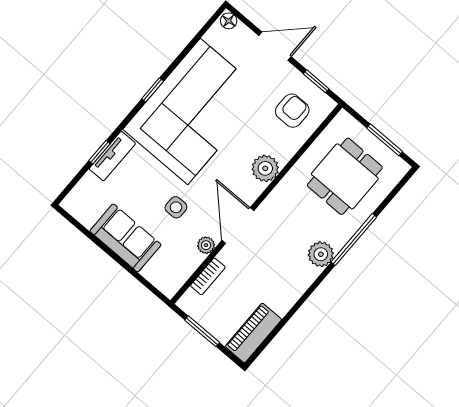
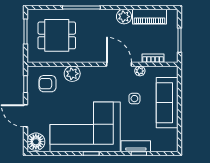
floor lamp: (229, 21) -> (36, 142), width x1.89, depth x1.89
plant: (265, 168) -> (72, 74), moved
door: (238, 226) -> (119, 64), swing flipped
sofa: (125, 238) -> (167, 103), width x1.36
plant: (321, 254) -> (124, 17), moved
piano: (253, 333) -> (149, 17), moved

